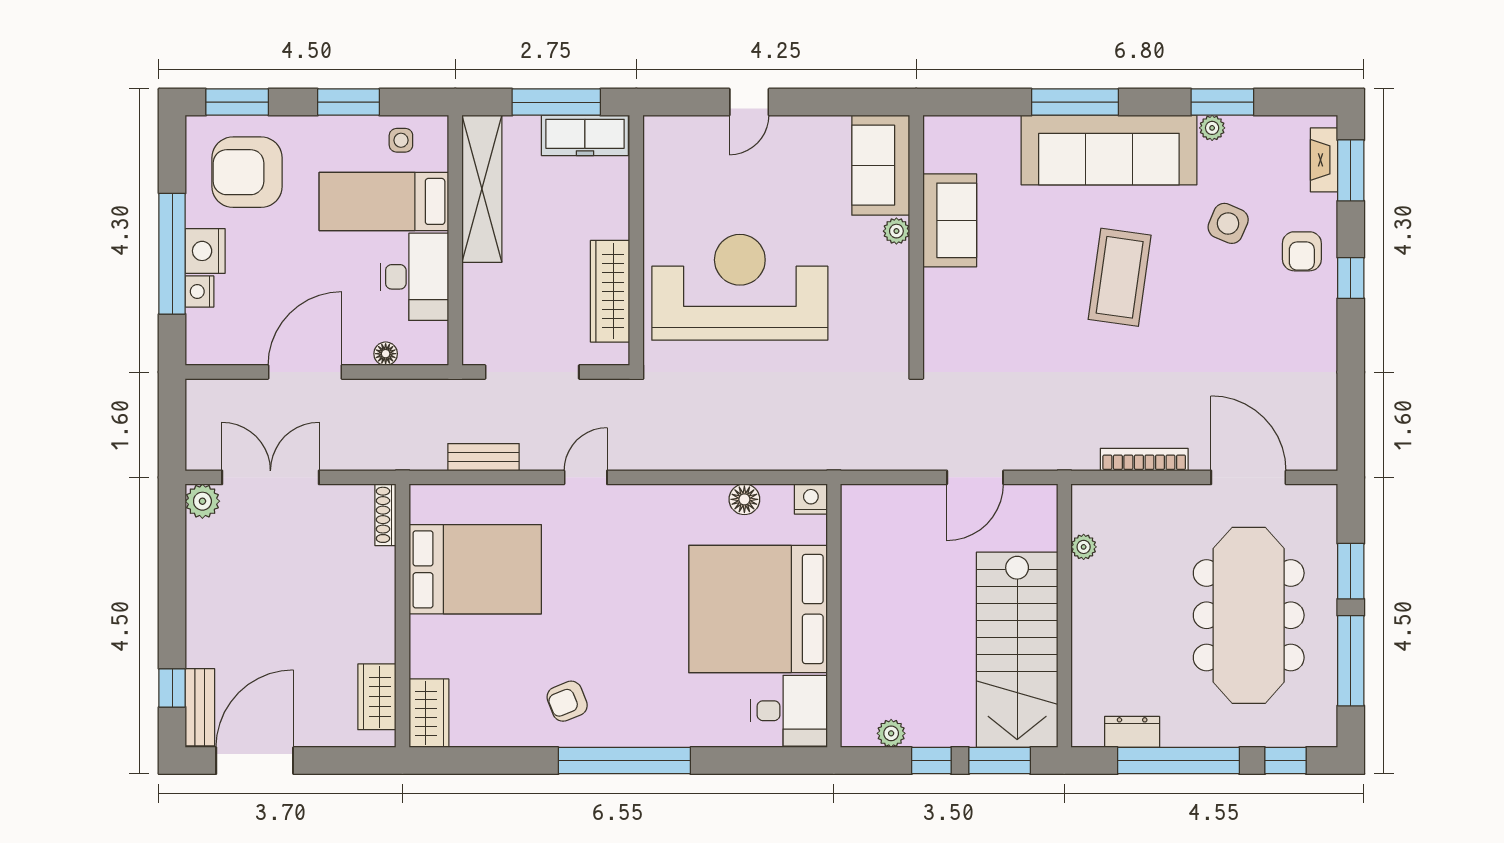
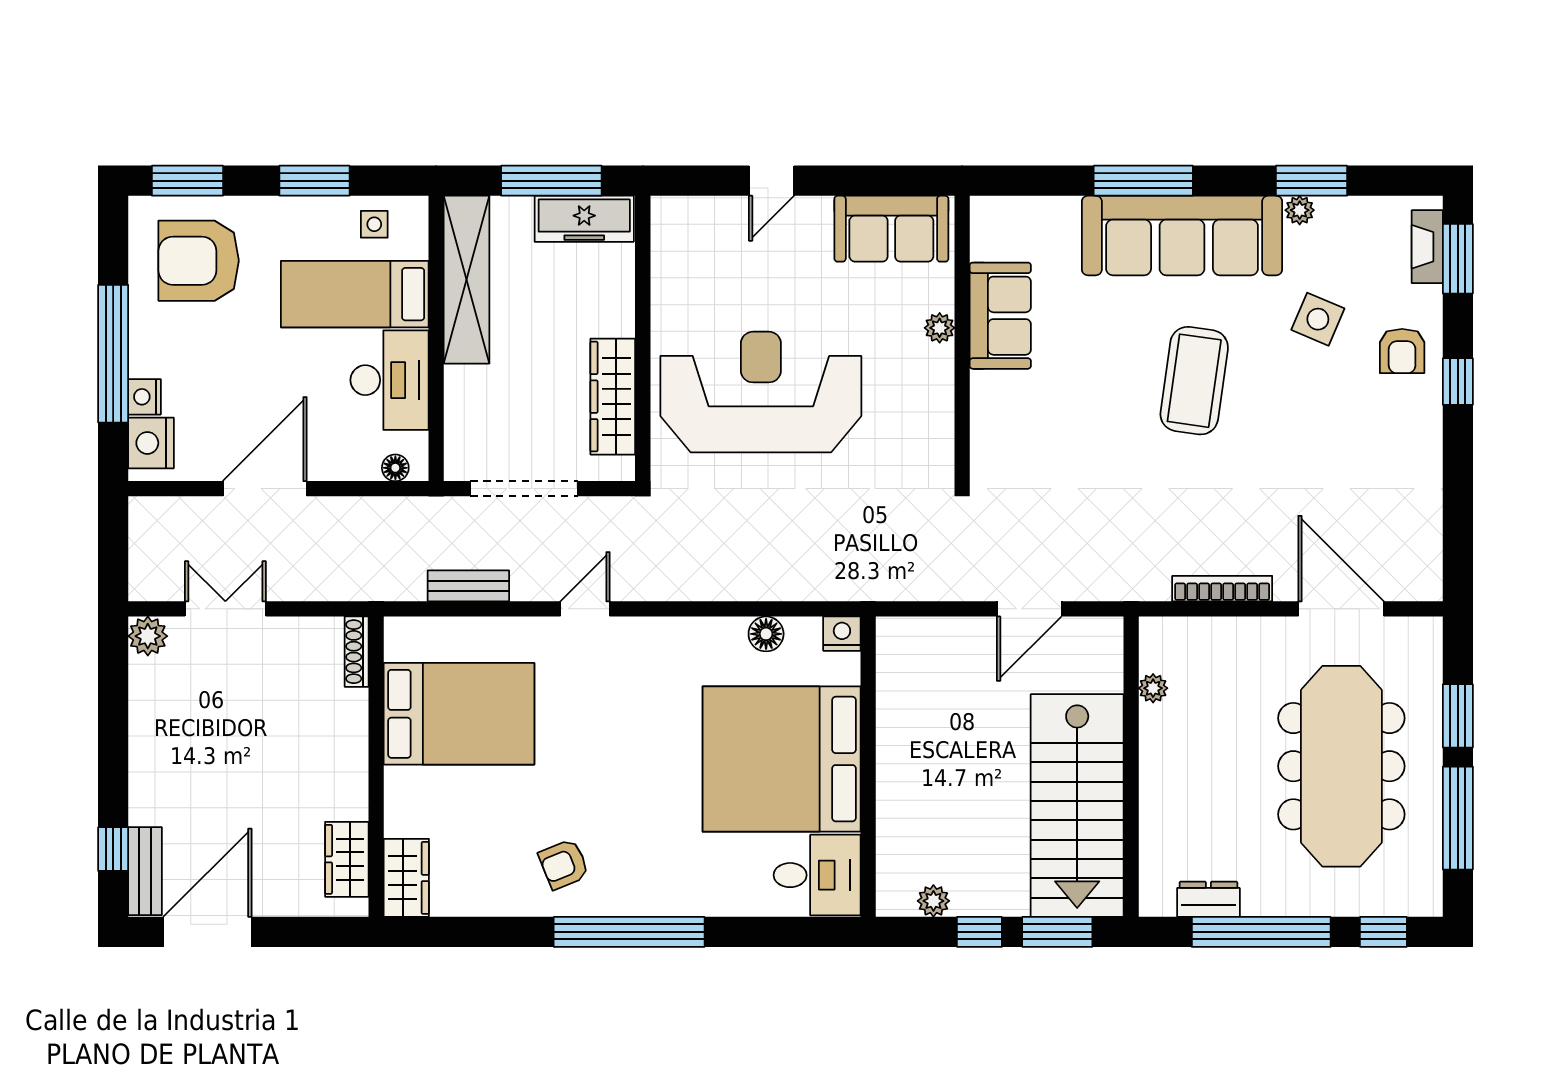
sofa: (881, 165) -> (891, 229), moved, turned -90
nightstand: (205, 251) -> (151, 443), moved
floor lamp: (386, 354) -> (395, 468), moved
double door: (270, 477) -> (225, 609), width x0.73

